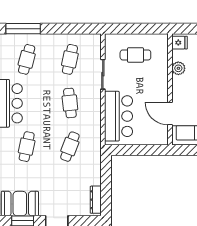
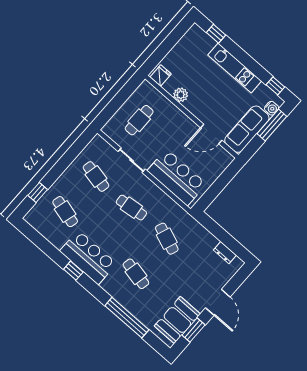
window: (23, 29) -> (38, 192), width x0.46
dresser: (96, 200) -> (225, 253), width x0.70

